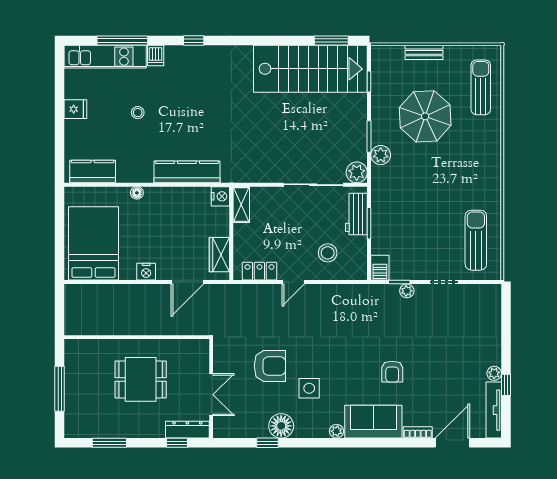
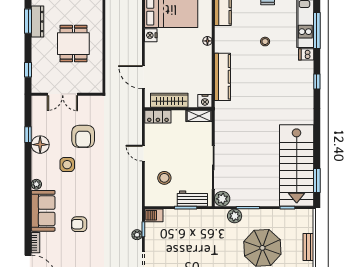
wardrobe: (219, 255) -> (169, 100), width x1.50
locker: (259, 271) -> (158, 117), moved, turned 90
nightstand: (146, 272) -> (151, 35), moved
dresser: (187, 430) -> (37, 22), moved

